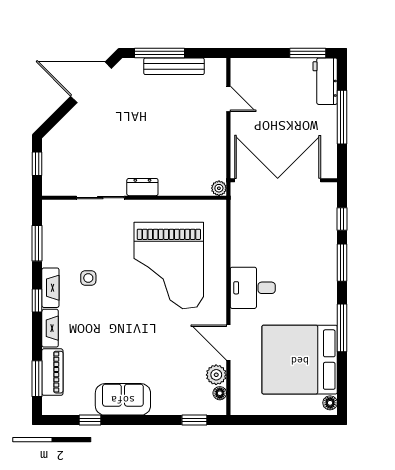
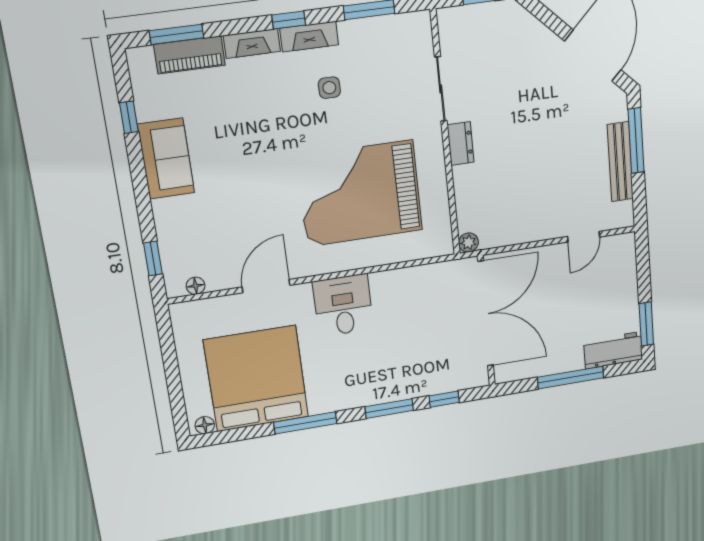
plant: (216, 375) -> (220, 277), removed

